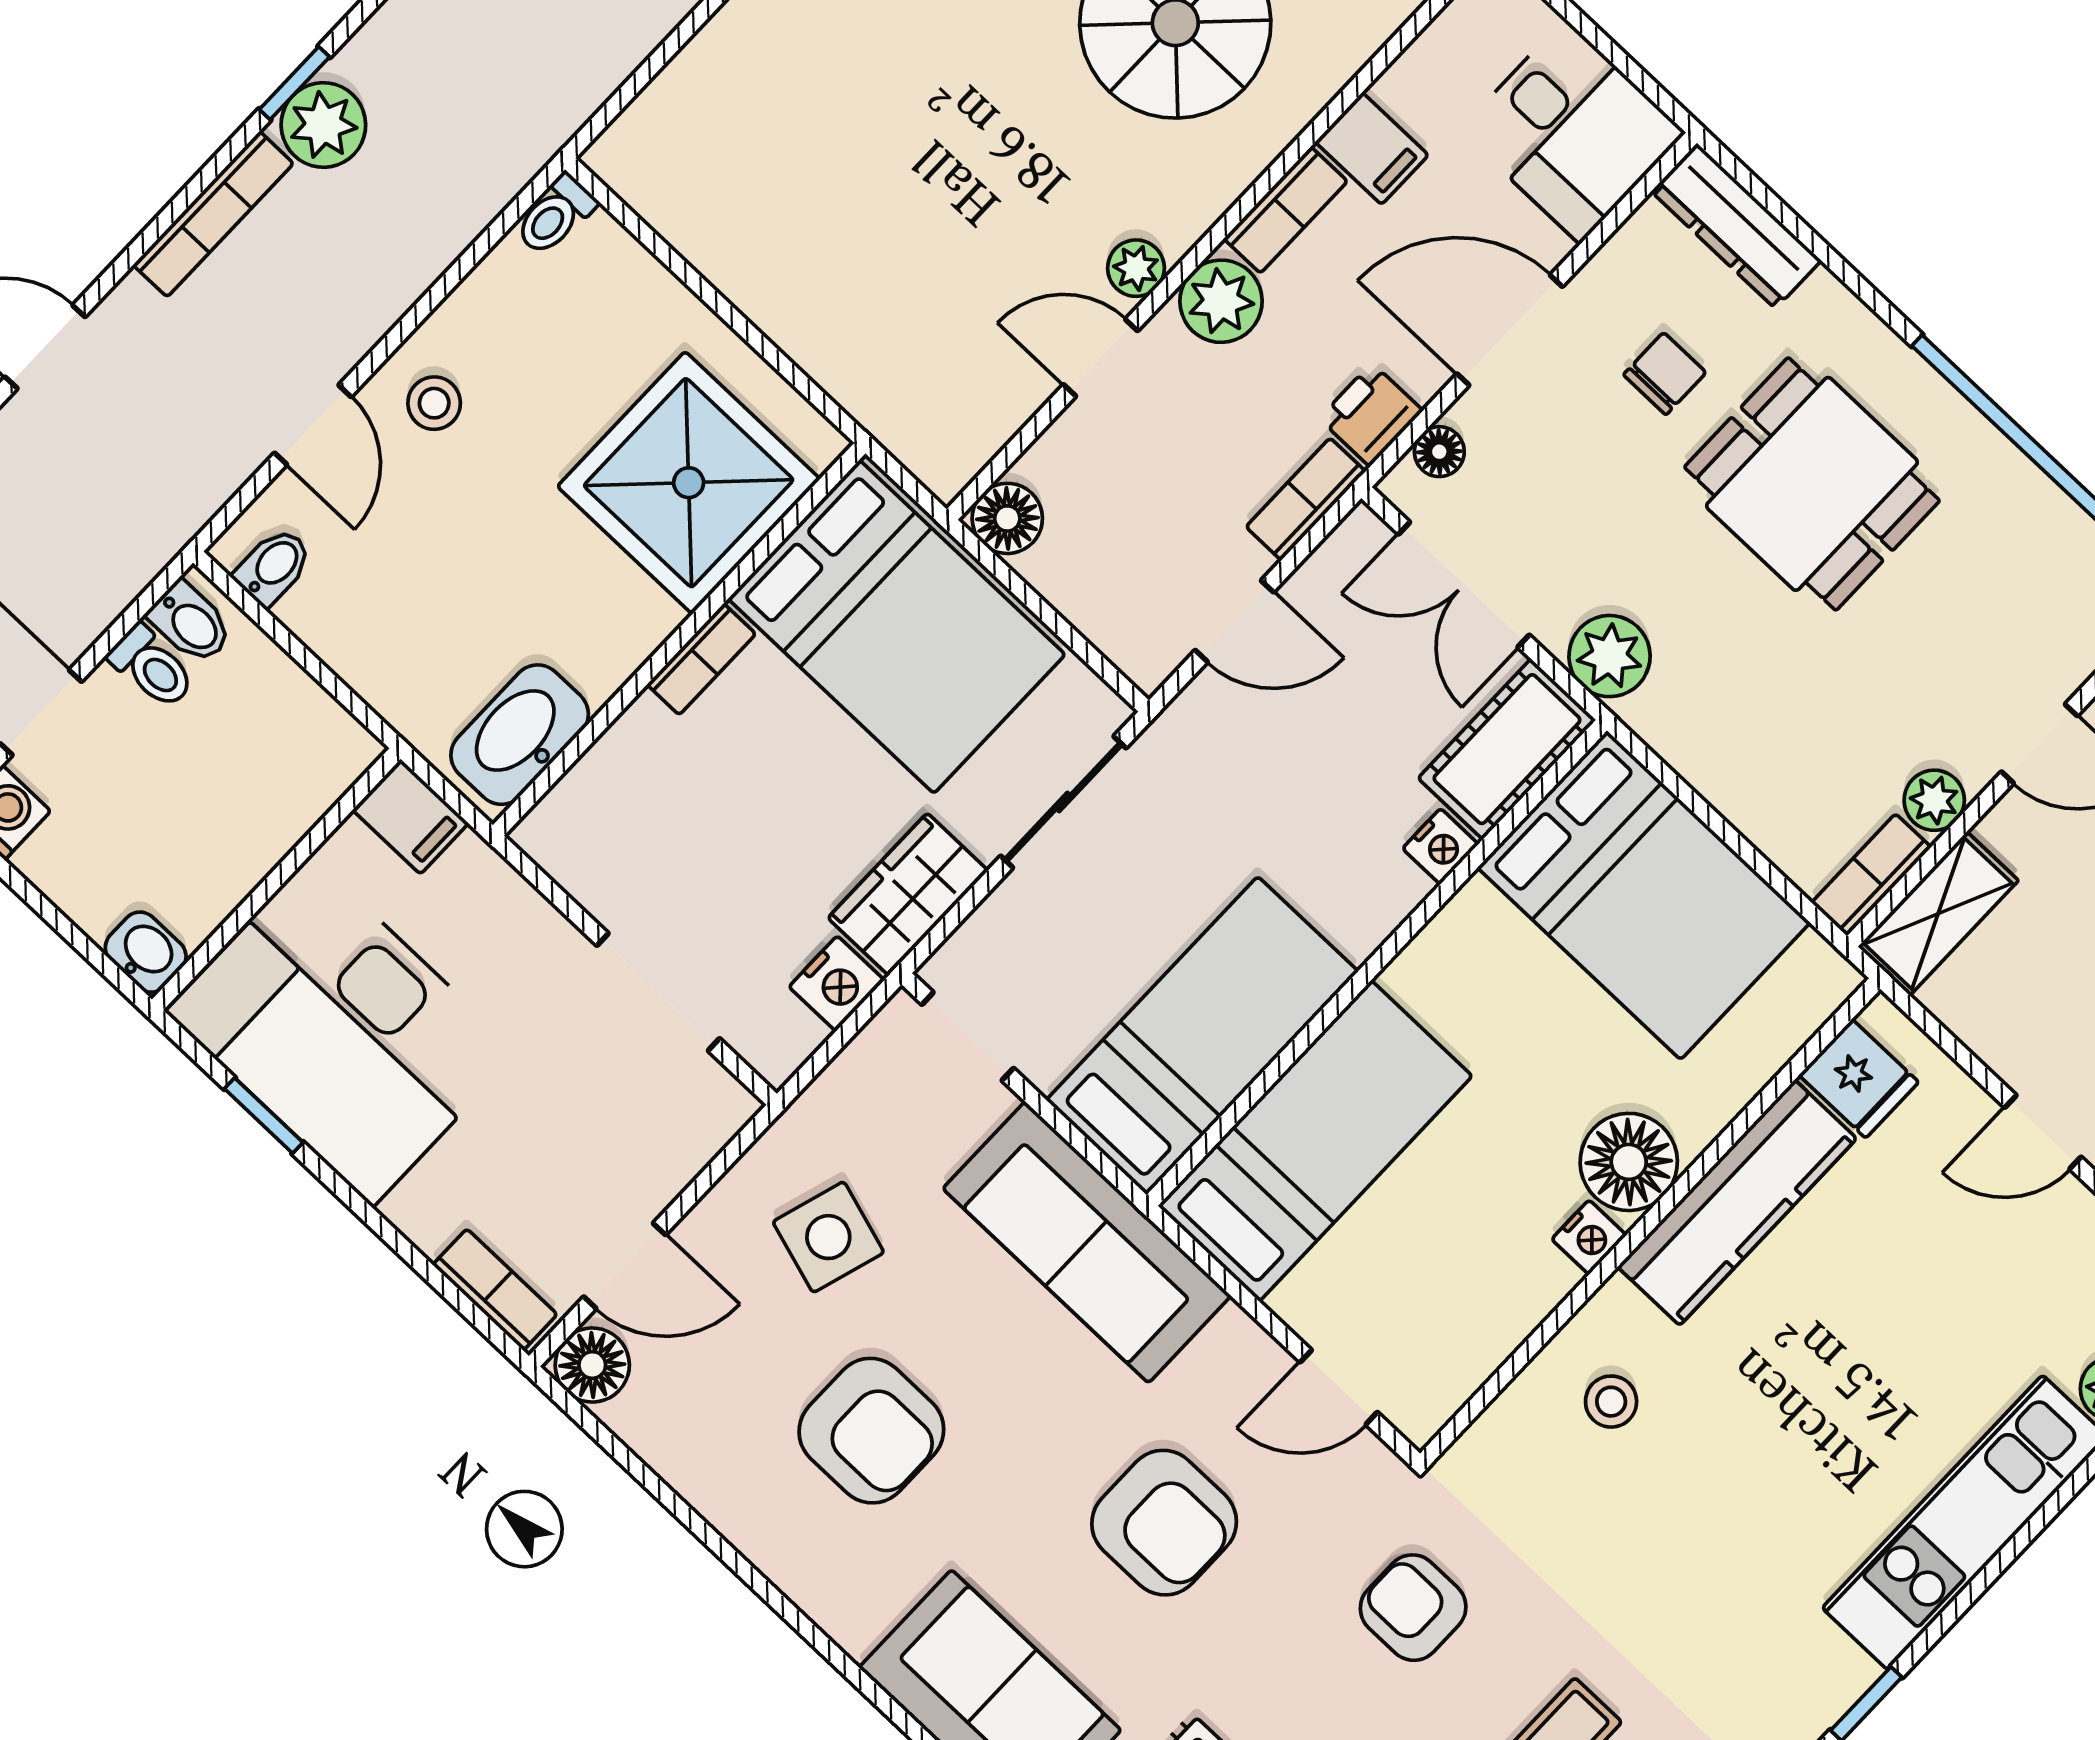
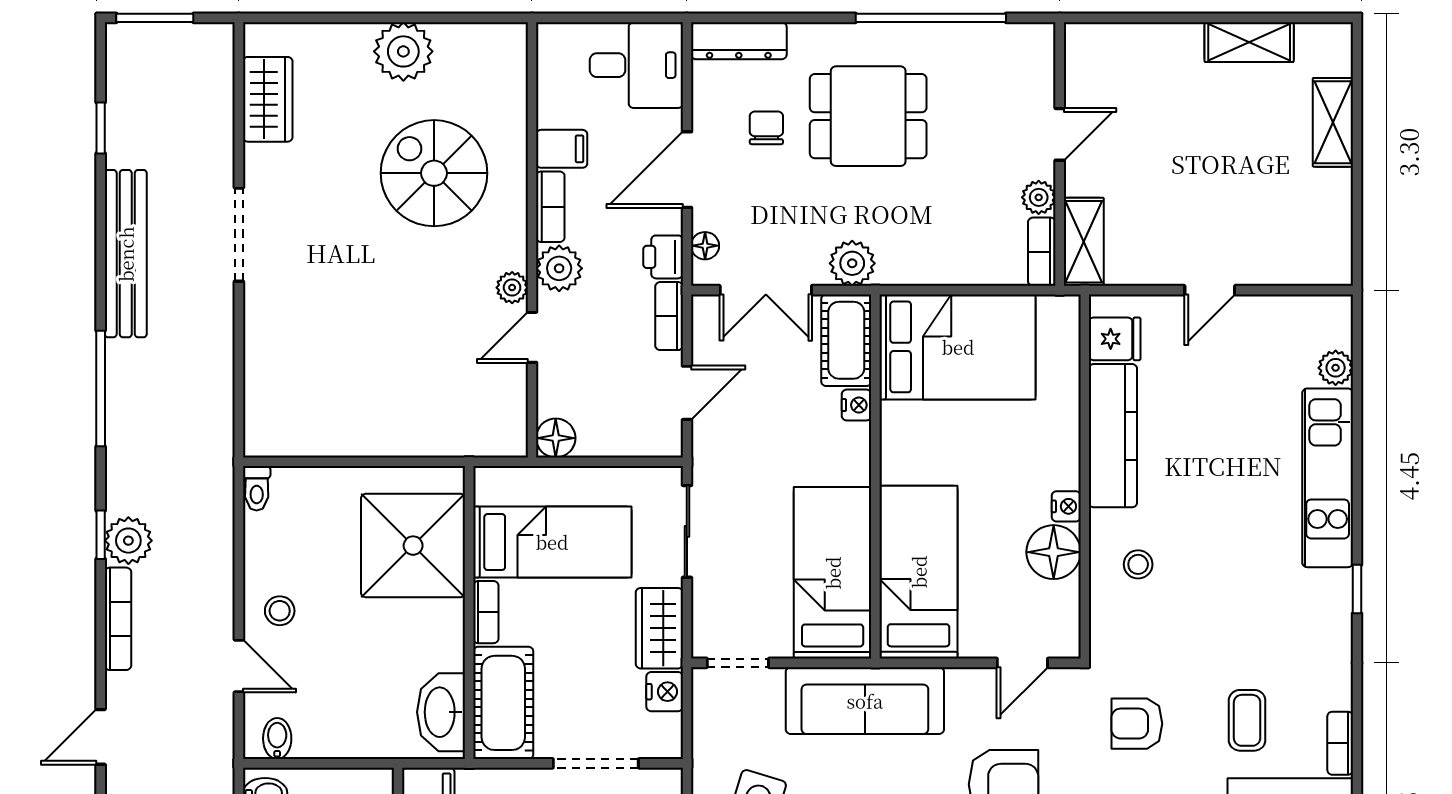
bed: (897, 627) -> (552, 542), width x0.67
cot: (612, 799) -> (503, 703), added
floor lamp: (1629, 1162) -> (1054, 552), moved

